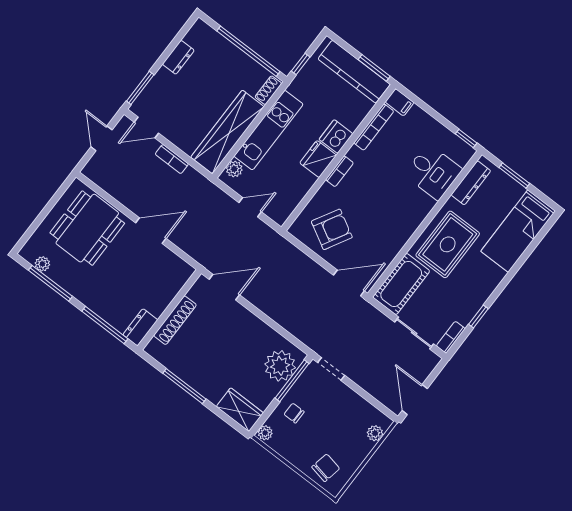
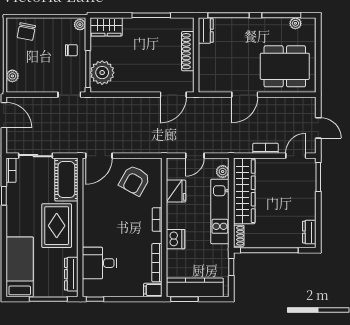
dresser: (178, 57) -> (309, 232), moved
fridge: (318, 159) -> (176, 191), moved
window: (514, 175) -> (48, 299), width x1.44
dining table: (87, 228) -> (285, 66), turned 90

